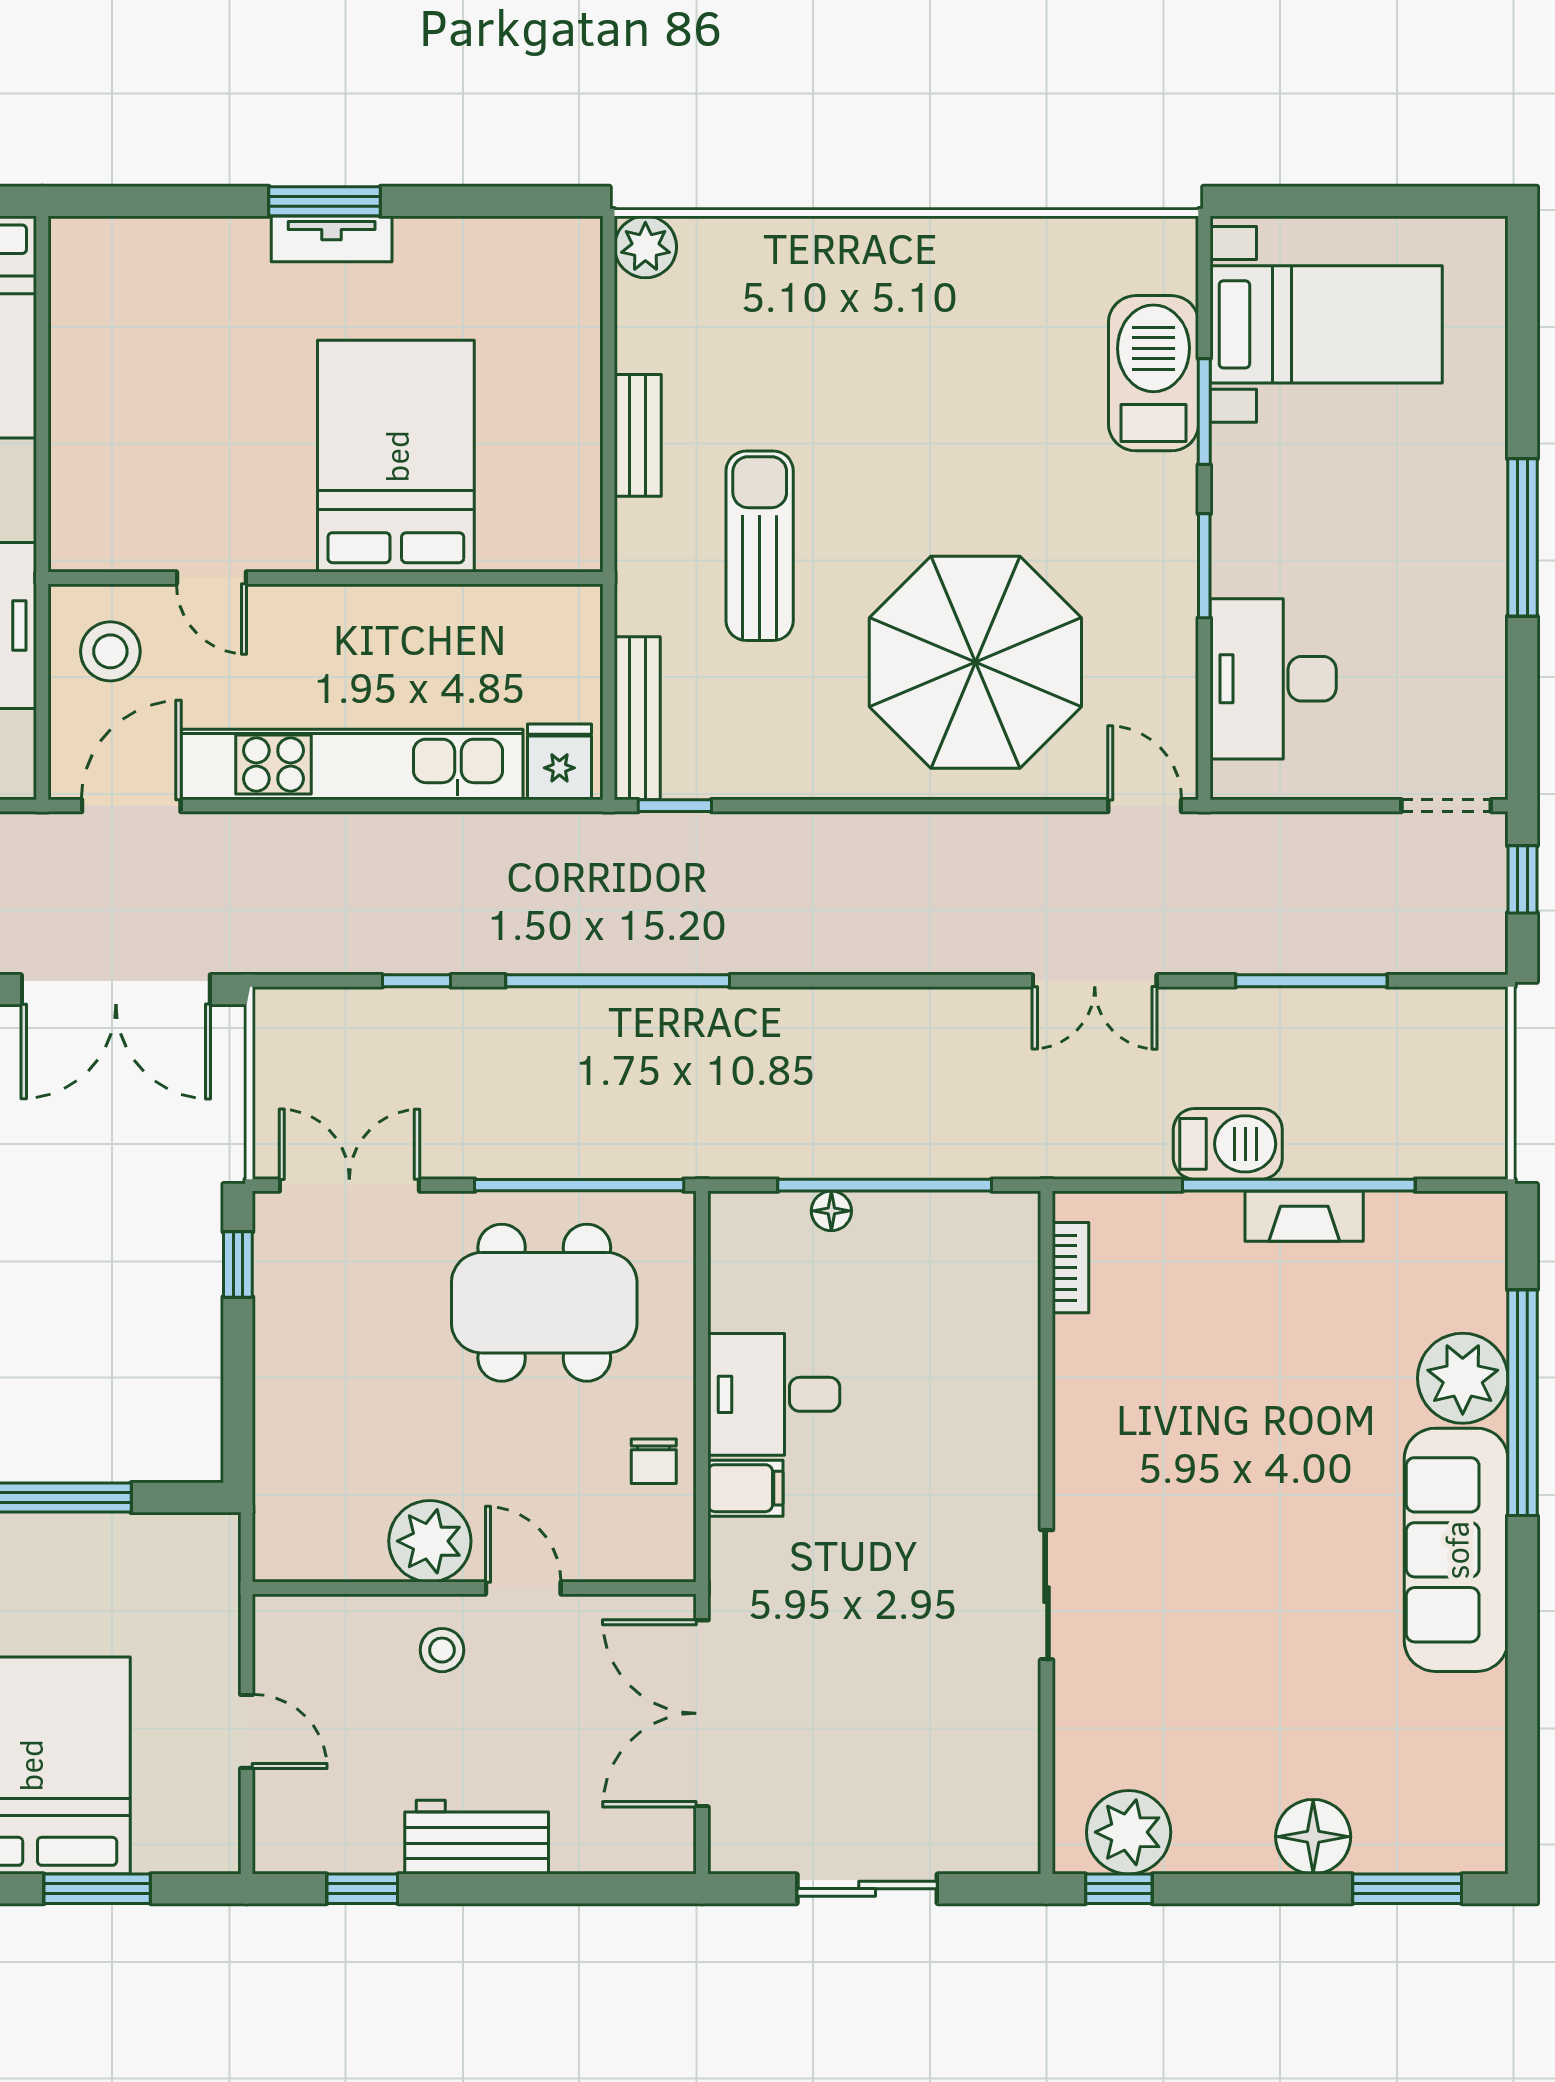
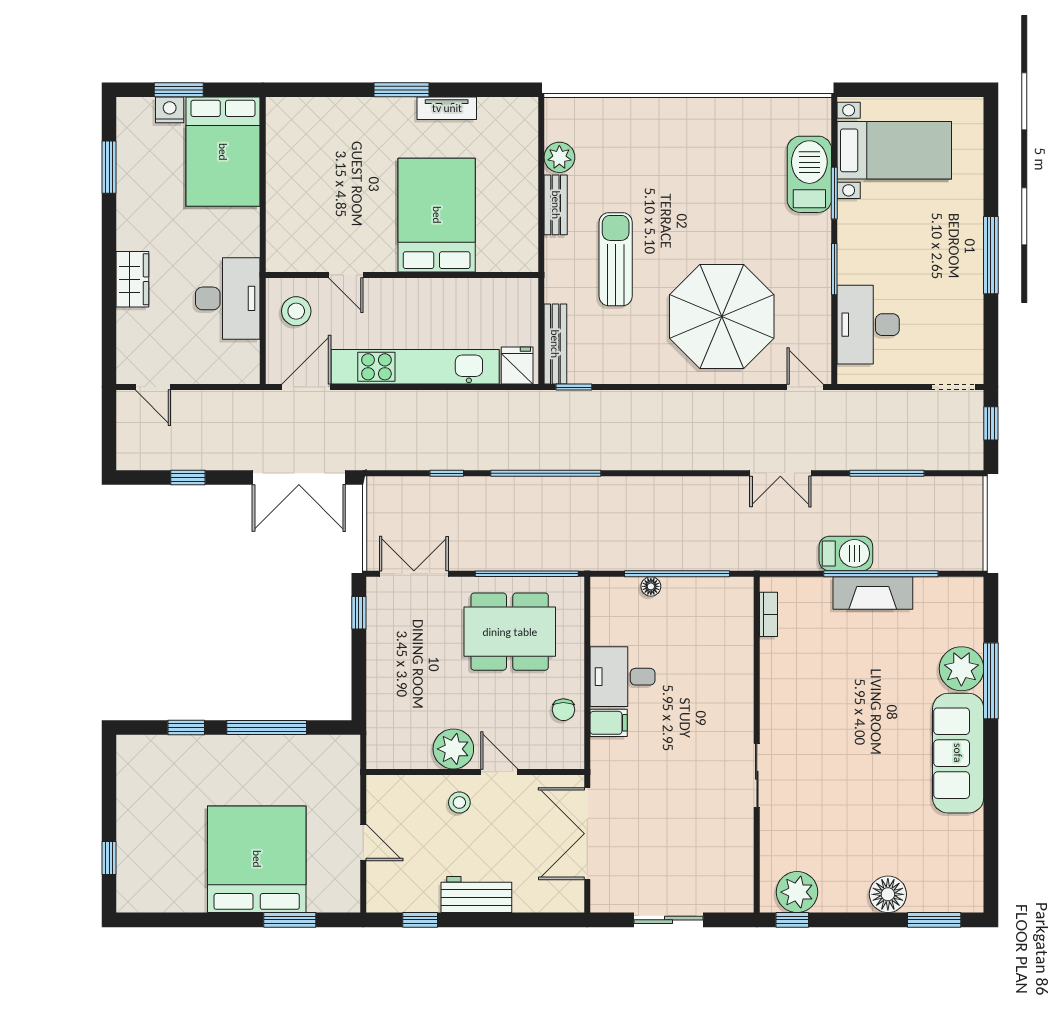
tv unit: (332, 239) -> (447, 108), moved
plant: (645, 247) -> (559, 157), moved
fireplace: (1304, 1216) -> (873, 593), width x1.37, depth x1.32
window: (1522, 1403) -> (991, 681), width x0.68

